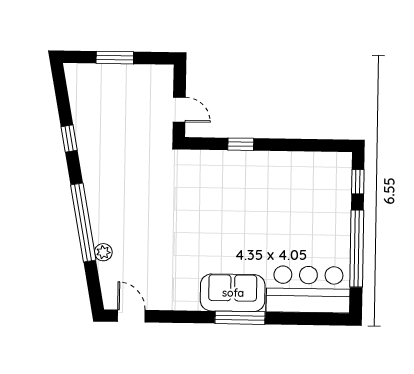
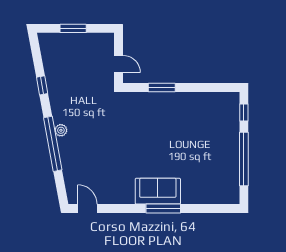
window: (241, 144) -> (162, 87), width x1.50
plant: (103, 252) -> (61, 130), moved
bar counter: (308, 289) -> (211, 188), removed

